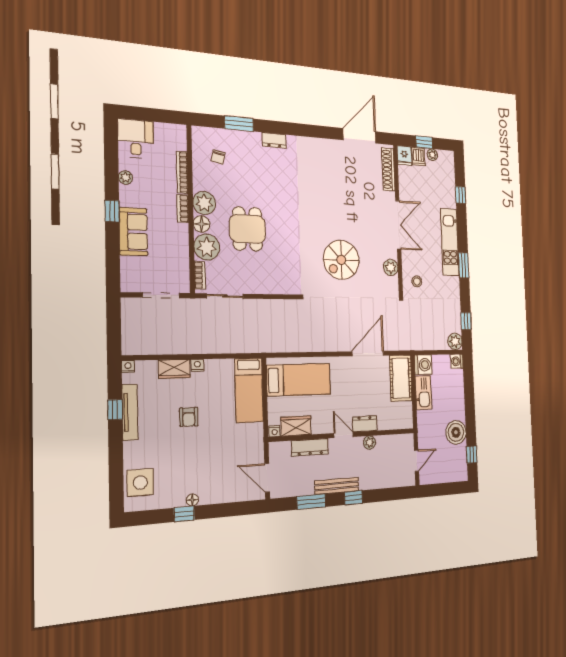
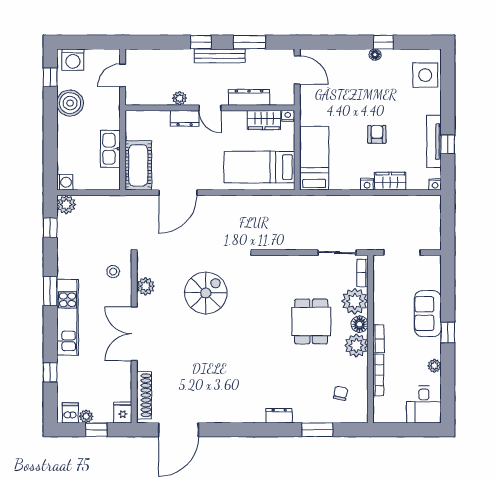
dishwasher: (418, 156) -> (70, 413), moved
washing machine: (423, 365) -> (73, 60), moved, turned -90

